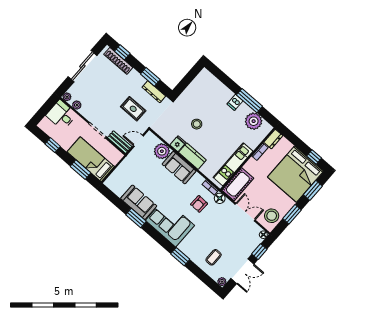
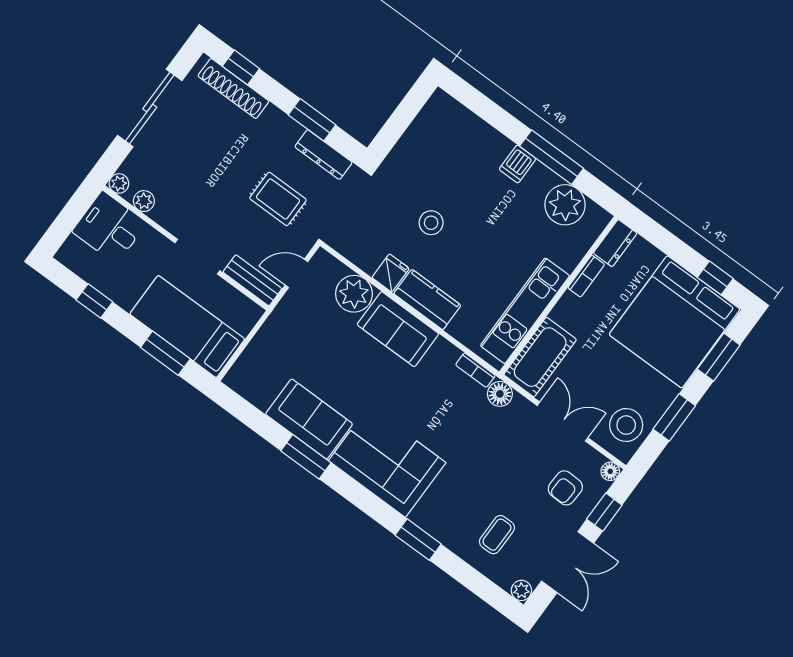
armchair: (199, 204) -> (565, 488), moved

